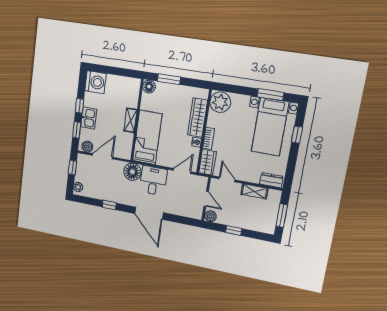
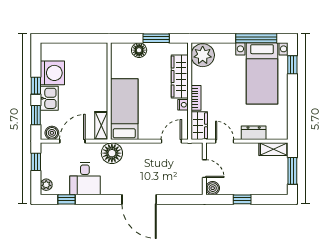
window: (169, 79) -> (156, 38), moved
washing machine: (95, 82) -> (52, 73), moved
floor lamp: (149, 87) -> (139, 50), moved
window: (270, 95) -> (256, 38), width x1.44
shelving: (130, 120) -> (101, 126), moved
window: (297, 135) -> (292, 65), moved
dresser: (271, 180) -> (254, 133), moved
desk: (153, 181) -> (85, 178), moved, turned 180
shelving: (254, 191) -> (274, 149), moved
window: (109, 205) -> (67, 199), moved

